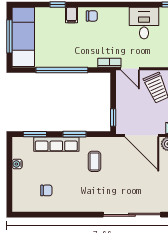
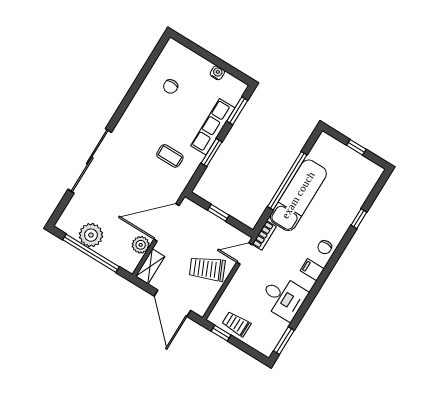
filing cabinet: (71, 15) -> (312, 270), moved
window: (9, 36) -> (356, 147), width x0.46
exam couch: (23, 37) -> (298, 195), moved, turned -90
window: (113, 118) -> (218, 213), moved

